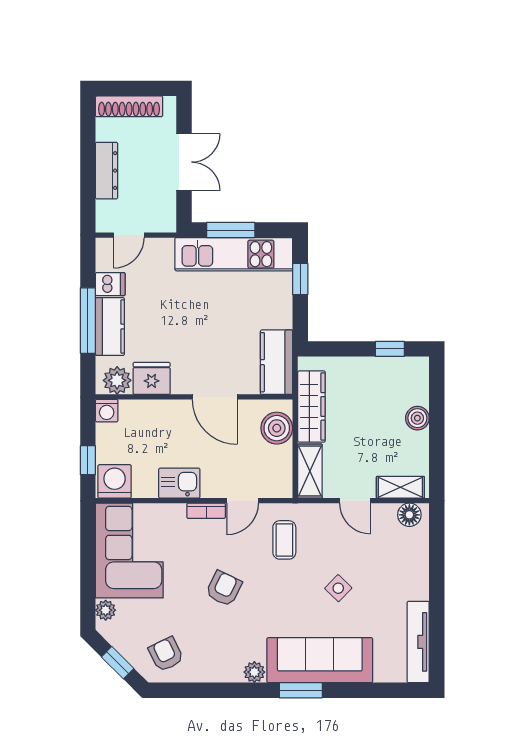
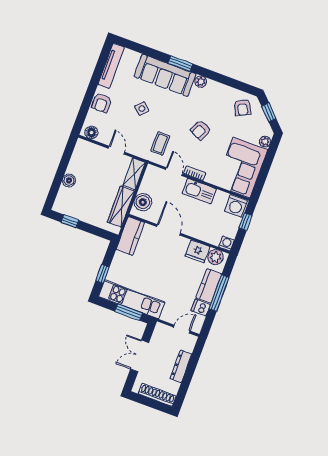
kitchen sink: (179, 483) -> (199, 191), width x1.38
shelving: (400, 487) -> (91, 148), removed
door: (243, 501) -> (174, 172), hinge flipped
armchair: (411, 572) -> (102, 103), added

